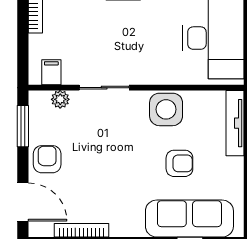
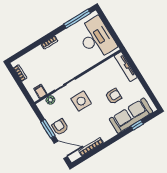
side table: (166, 109) -> (81, 101), moved
window: (23, 126) -> (48, 129), moved

